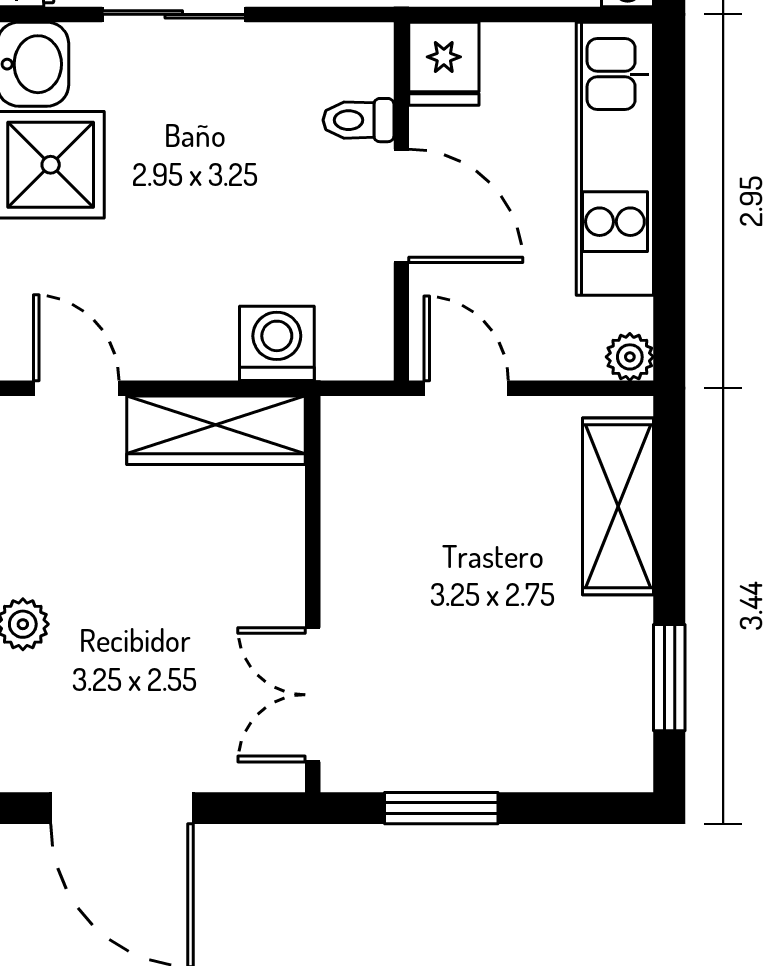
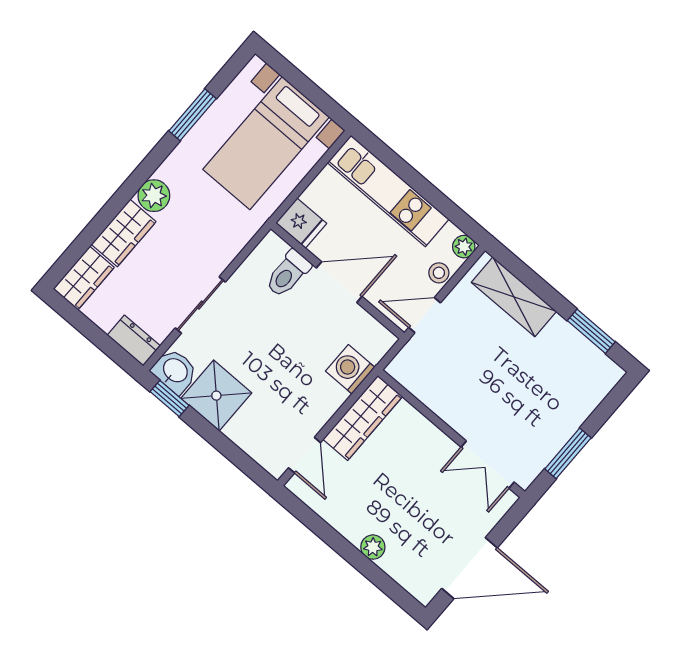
toilet: (358, 120) -> (288, 274), width x1.37, depth x1.39
stool: (553, 353) -> (439, 273), added
door: (76, 388) -> (305, 455), swing flipped

